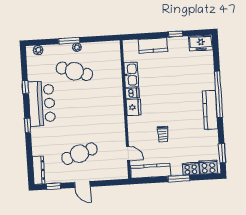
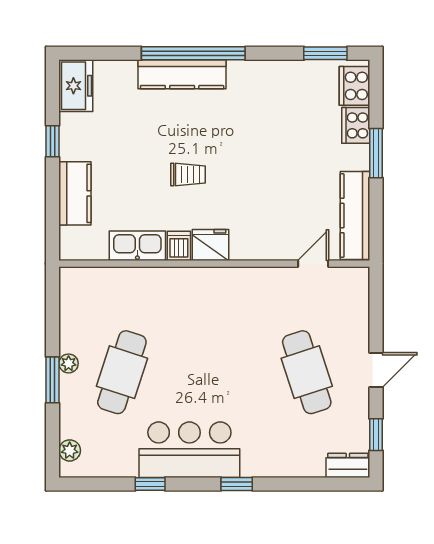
kitchen counter: (210, 110) -> (182, 74), moved
trolley: (163, 134) -> (188, 174), moved
dresser: (39, 170) -> (348, 465), width x0.70

